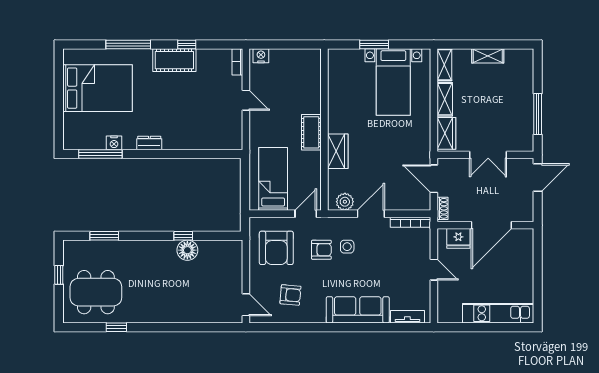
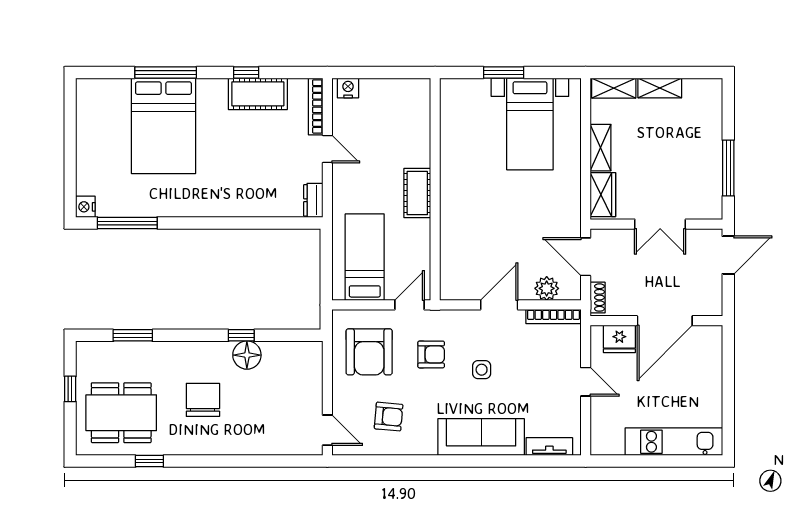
cot: (174, 60) -> (258, 94), moved
bookcase: (237, 62) -> (316, 106), width x1.56
shelving: (444, 65) -> (614, 88), moved, turned 90
bed: (98, 88) -> (163, 126), moved, turned 90
nightstand: (114, 143) -> (85, 207), moved, turned 90
dresser: (149, 143) -> (313, 200), moved, turned -90
wardrobe: (338, 151) -> (453, 219), removed
plant: (345, 202) -> (547, 288), moved
side table: (347, 247) -> (482, 370), moved
chair: (155, 283) -> (203, 400), added

